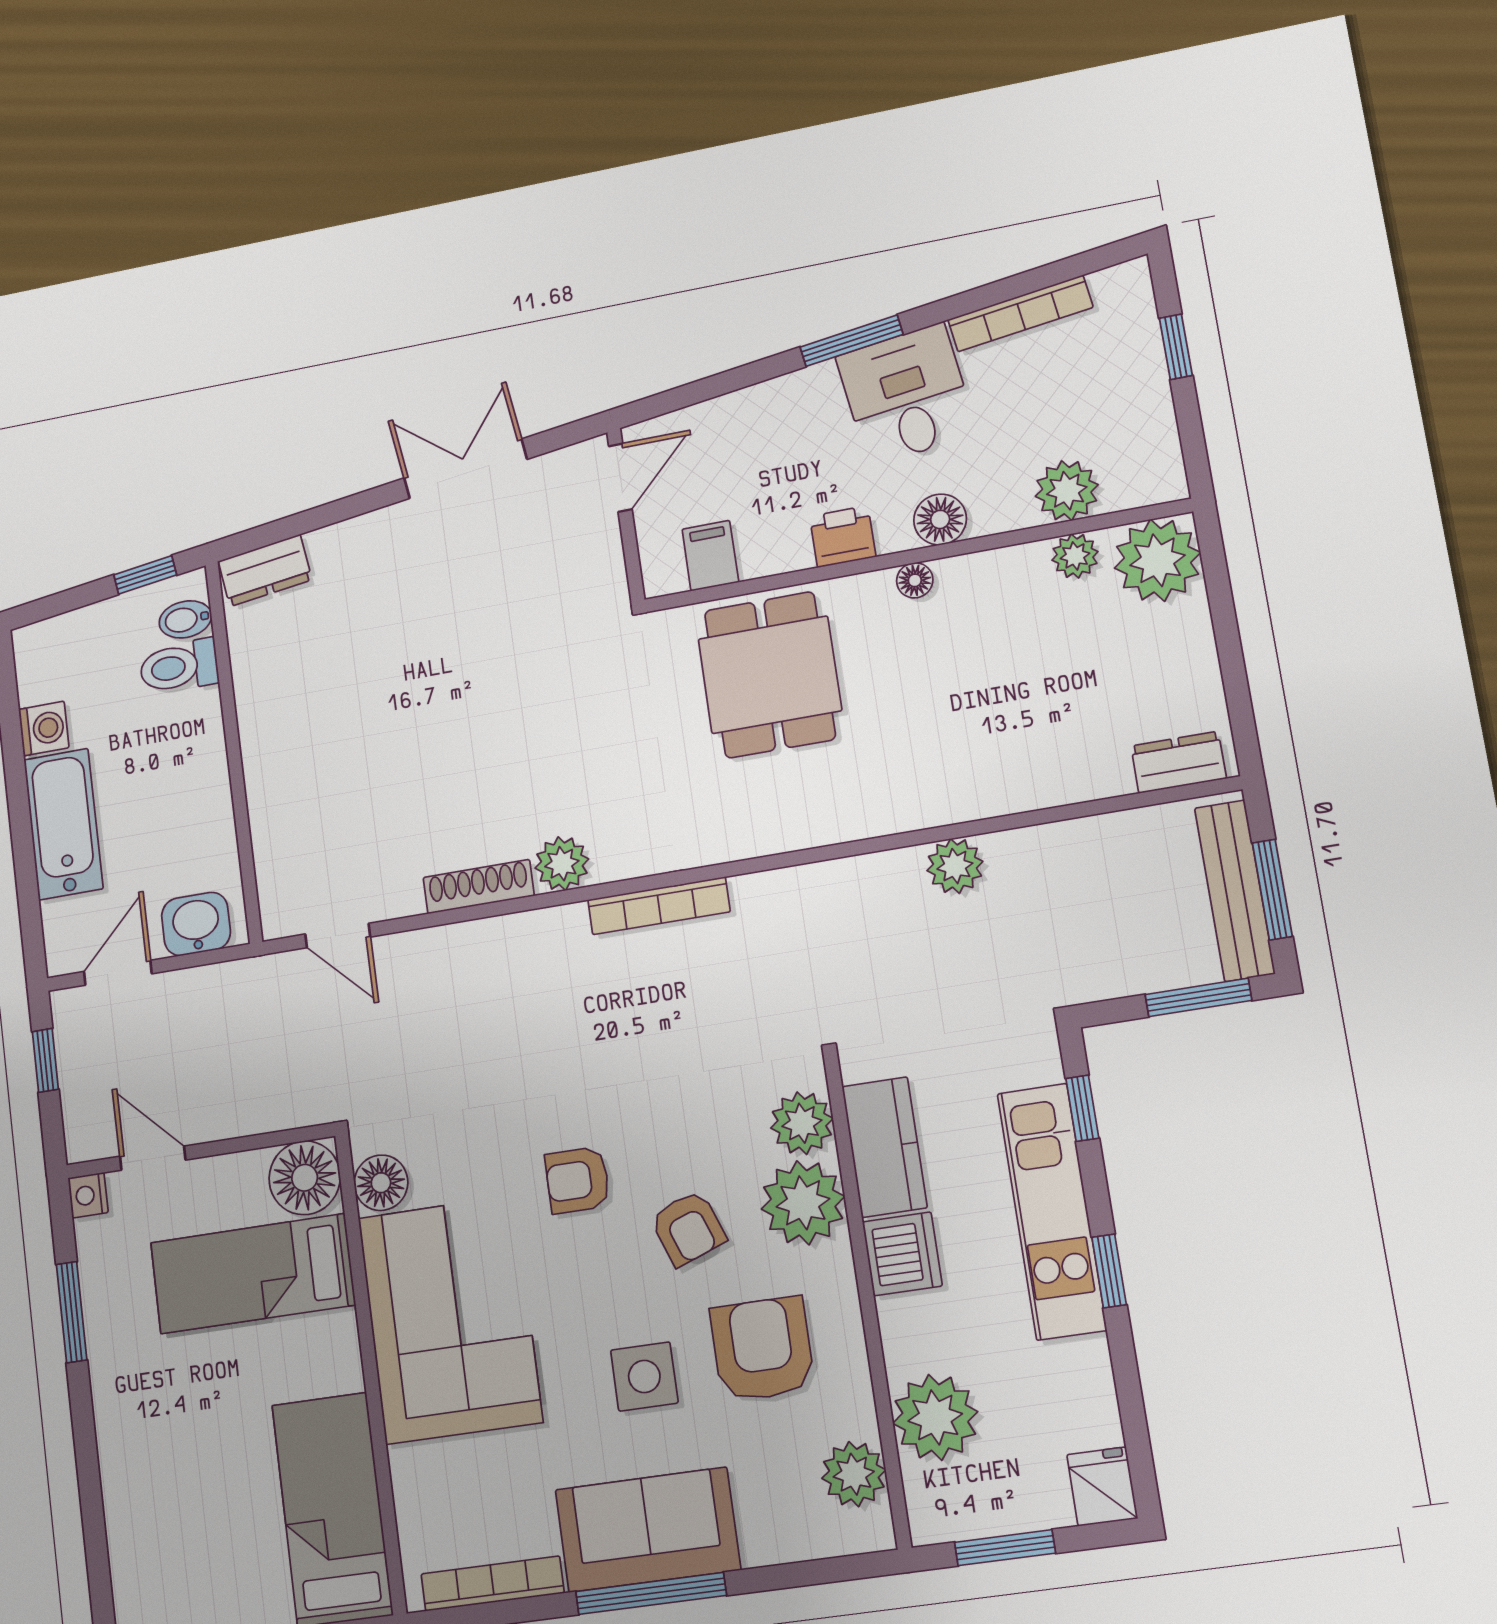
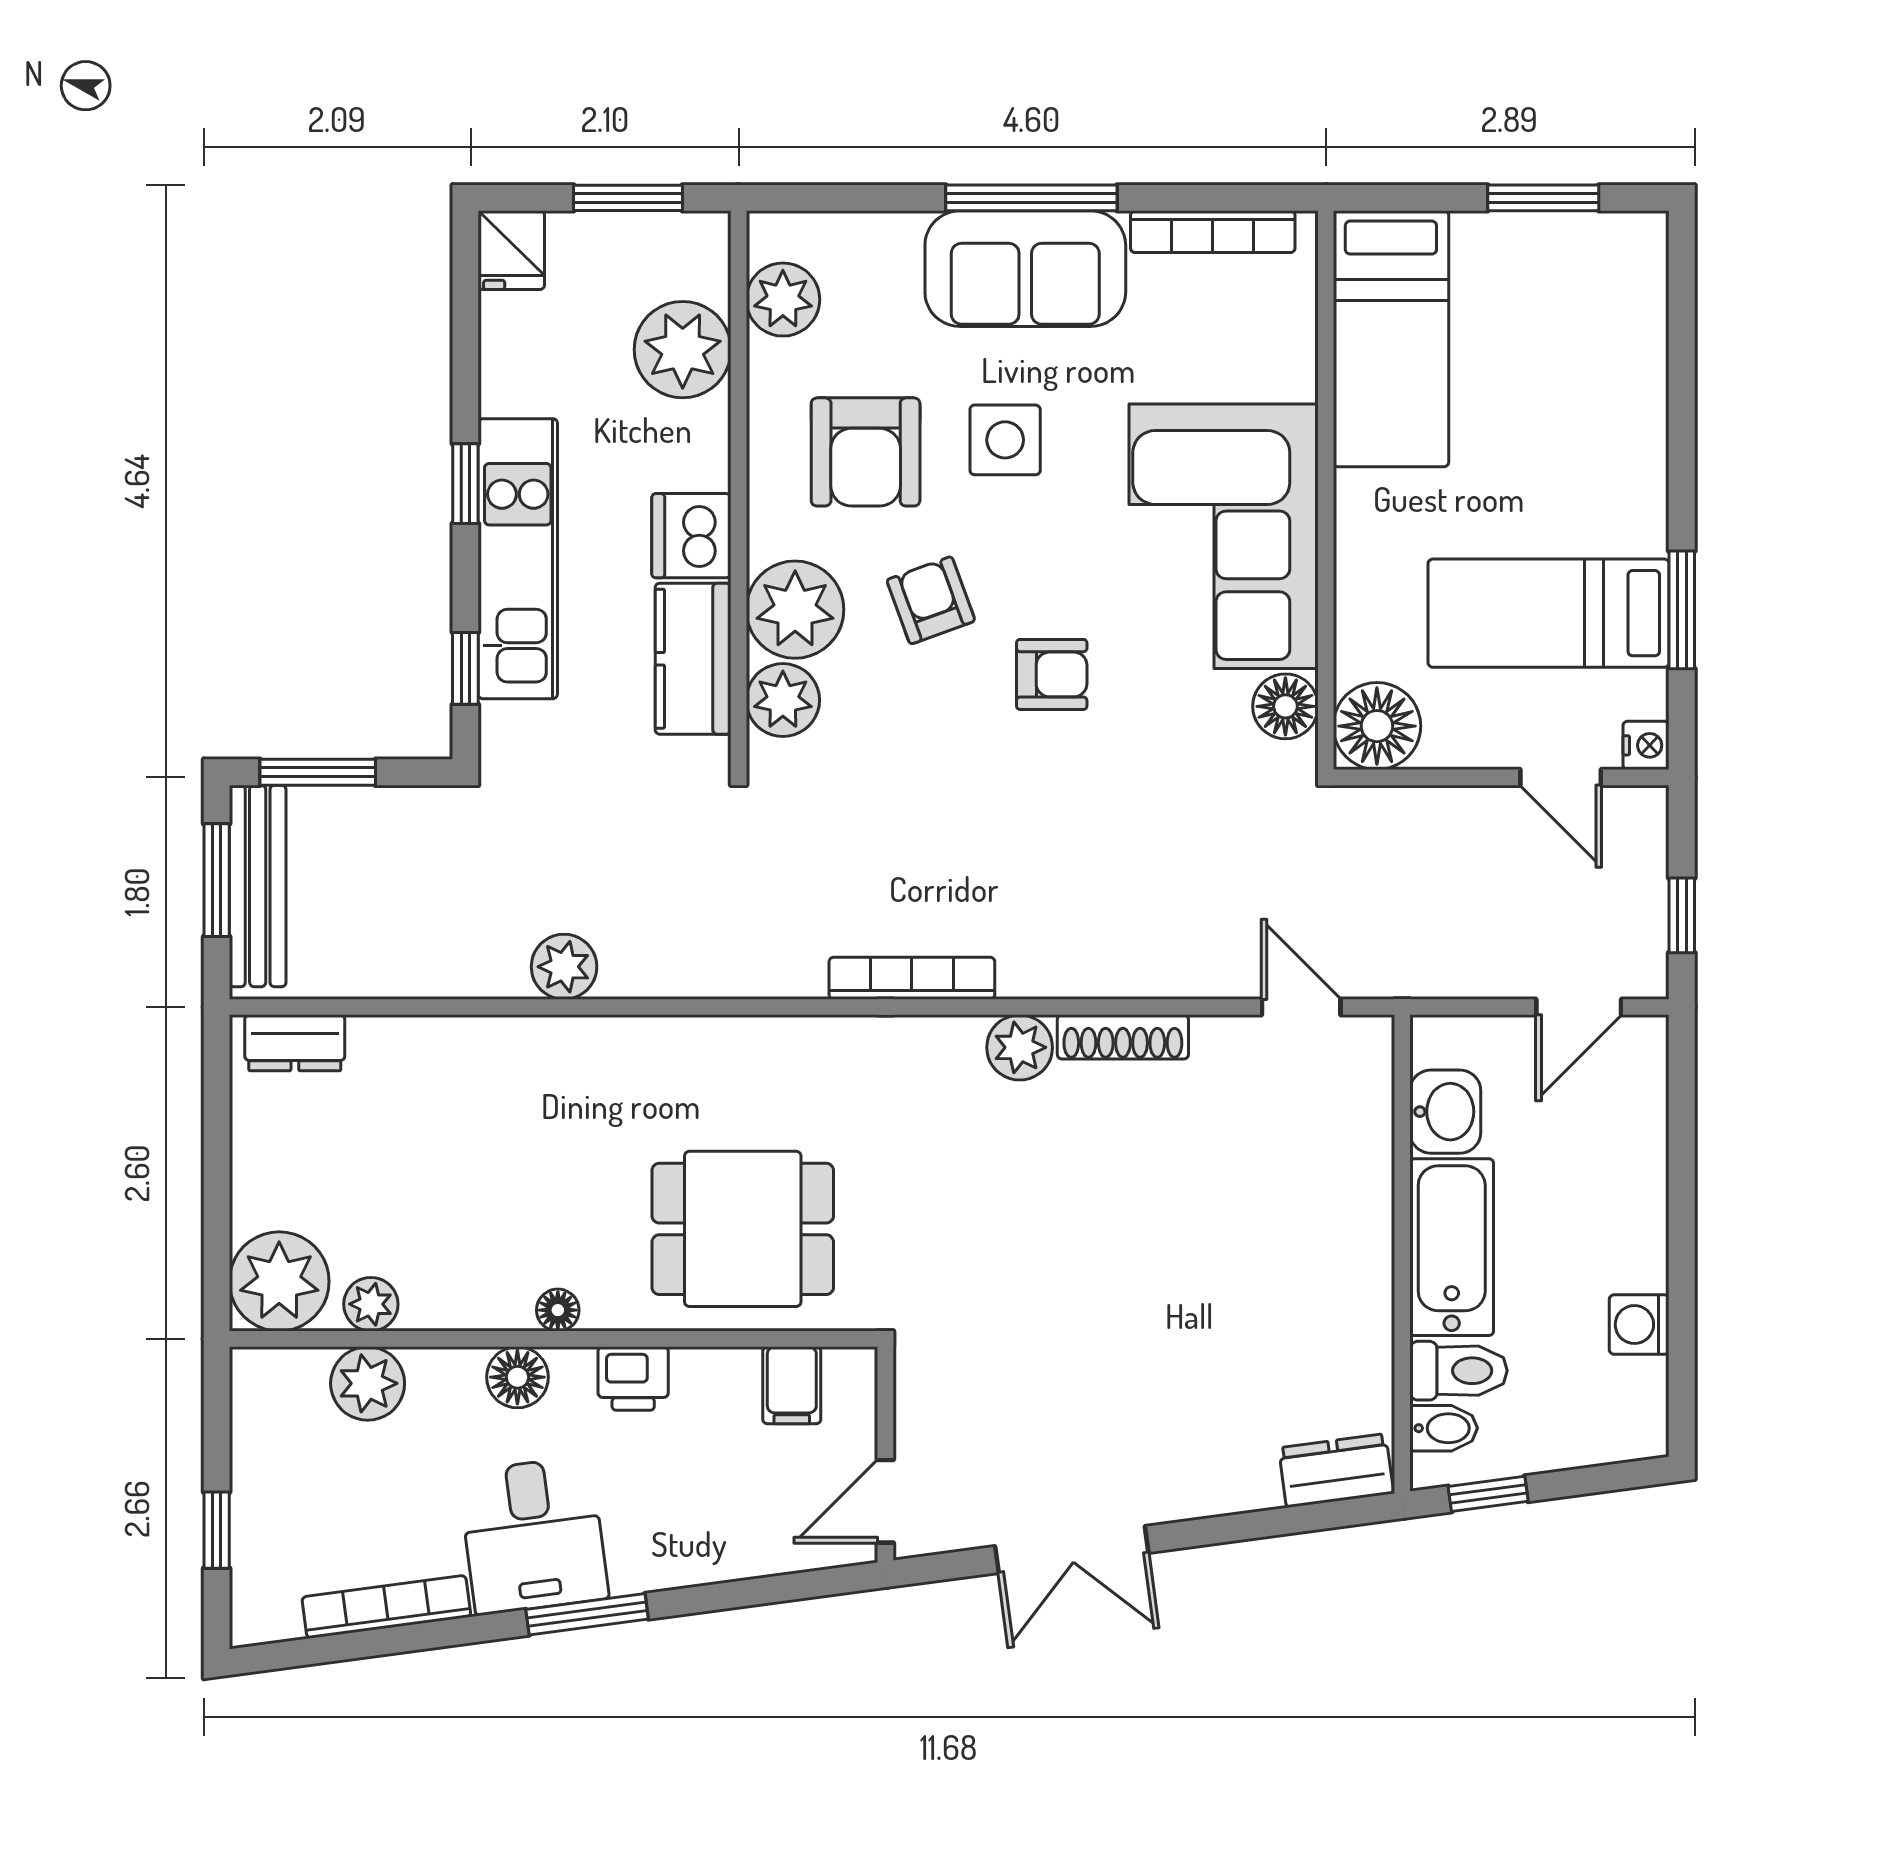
dining table: (770, 675) -> (743, 1229), turned 90
bathtub: (63, 824) -> (1452, 1247), moved, turned 180
washbasin: (196, 924) -> (1445, 1112), moved, turned -90
bed: (253, 1274) -> (1549, 613), moved, turned 180

